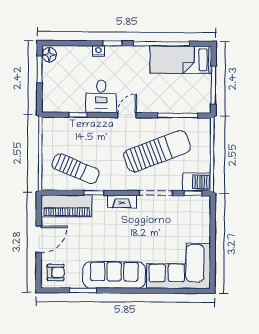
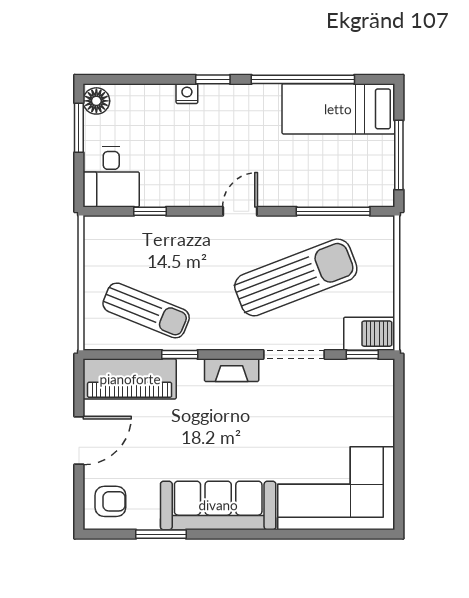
desk: (101, 96) -> (111, 177), moved

